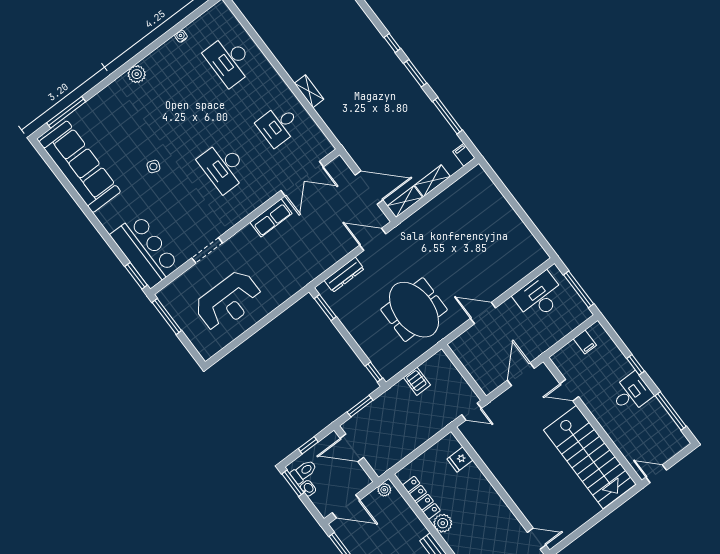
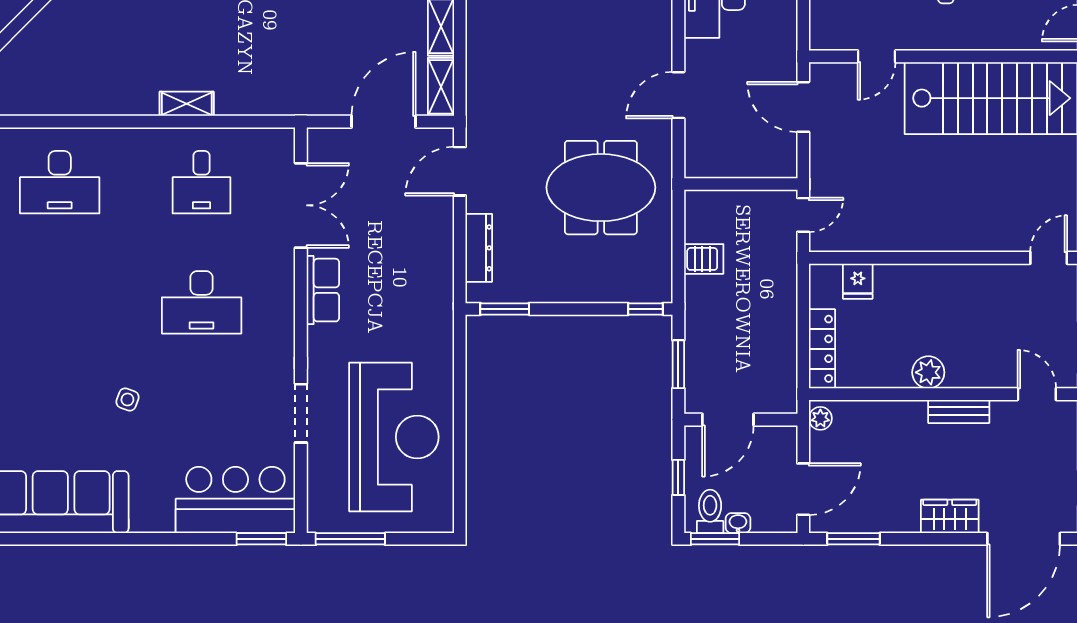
reception desk: (228, 301) -> (394, 437), width x1.36, depth x1.30
locker: (421, 498) -> (822, 349), moved, turned 90

